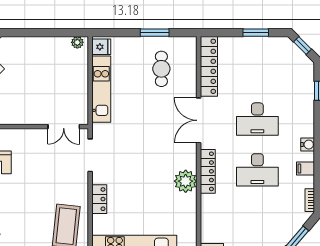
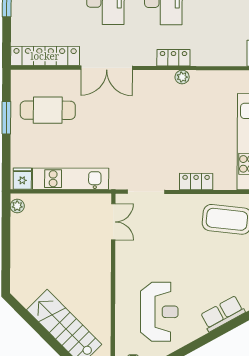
cafe table: (161, 69) -> (48, 110), width x1.37, depth x1.35
locker: (208, 171) -> (173, 58), width x0.66
plant: (186, 181) -> (182, 77), width x0.53, depth x0.53

